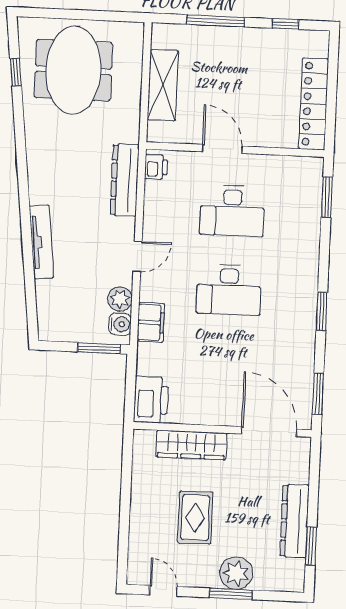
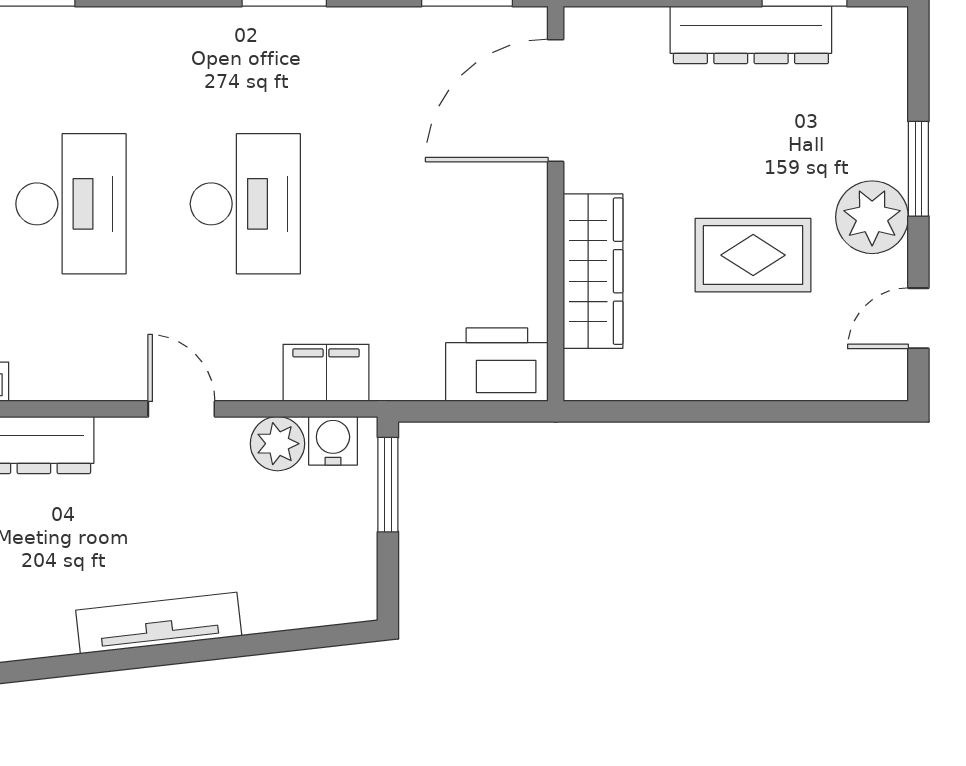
plant: (236, 573) -> (872, 217), moved

